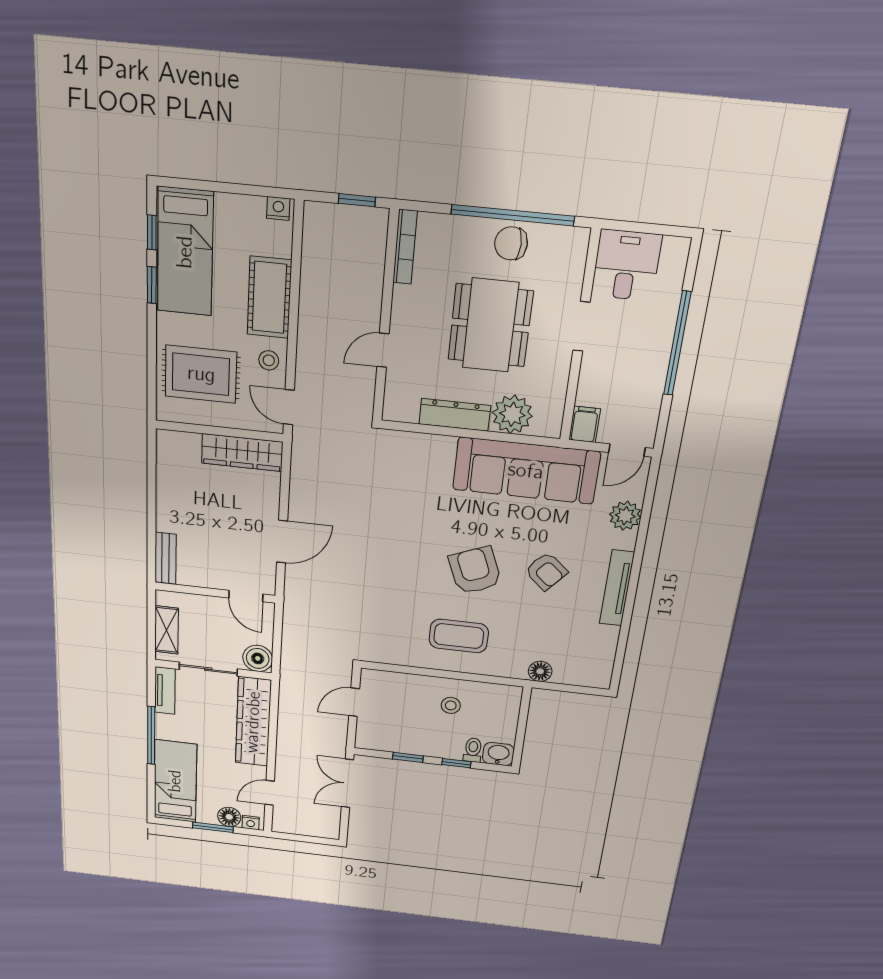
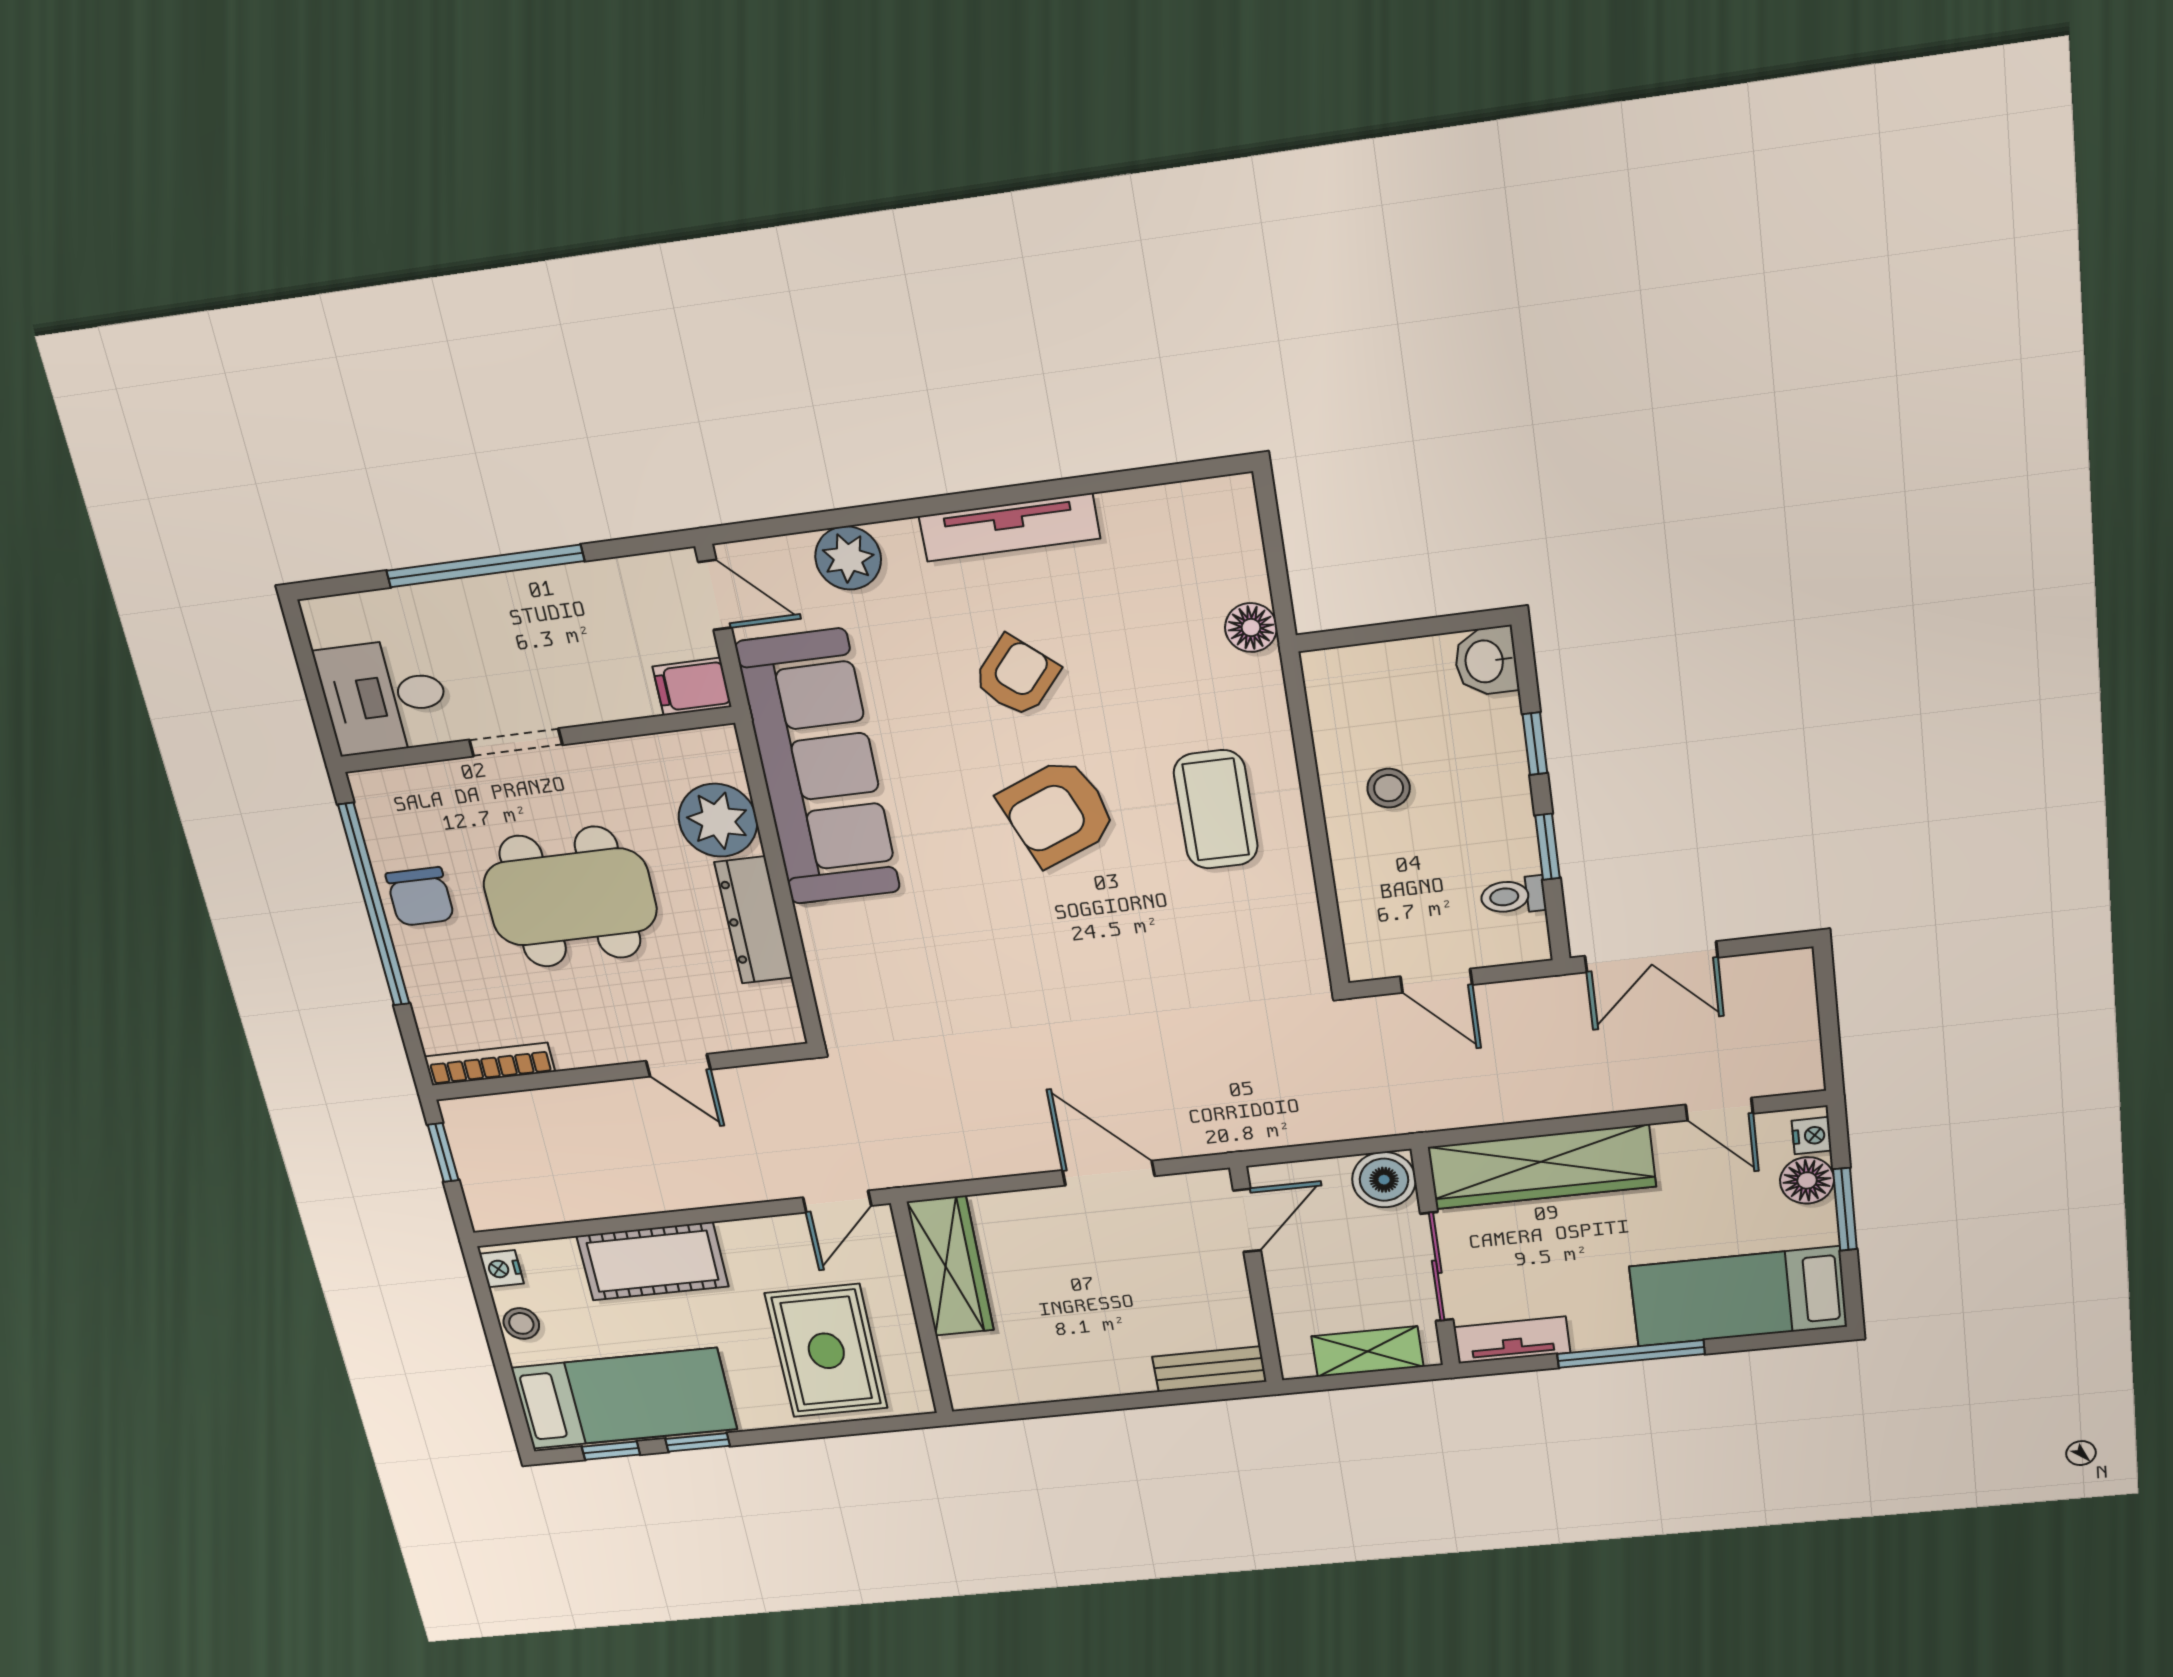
stool: (269, 360) -> (521, 1323), moved
toilet: (473, 750) -> (1513, 896), moved

